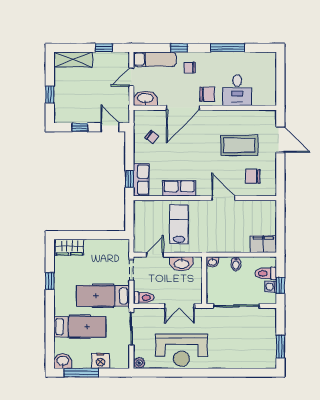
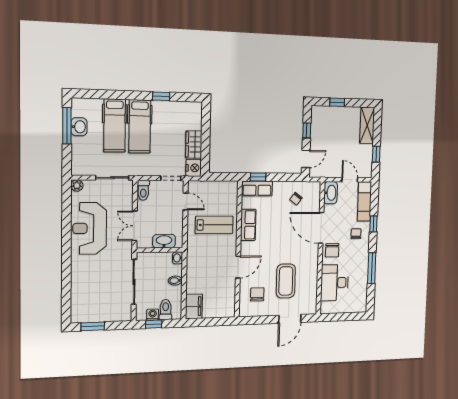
desk: (237, 90) -> (335, 283), width x1.37
wardrobe: (69, 247) -> (194, 145), moved
washbasin: (182, 264) -> (164, 241), moved, turned 90
hospital bed: (103, 296) -> (140, 126), moved, turned 180
washbasin: (63, 361) -> (79, 127), moved
nightstand: (100, 361) -> (194, 168), moved, turned 180

